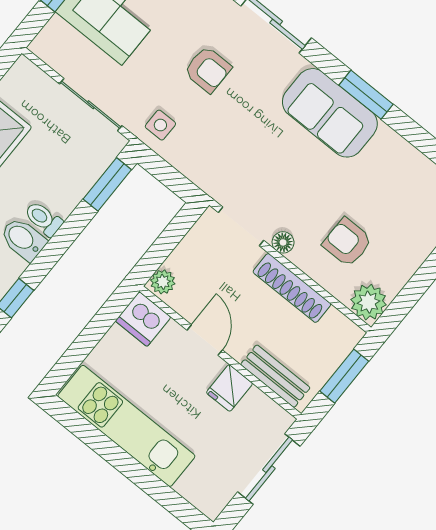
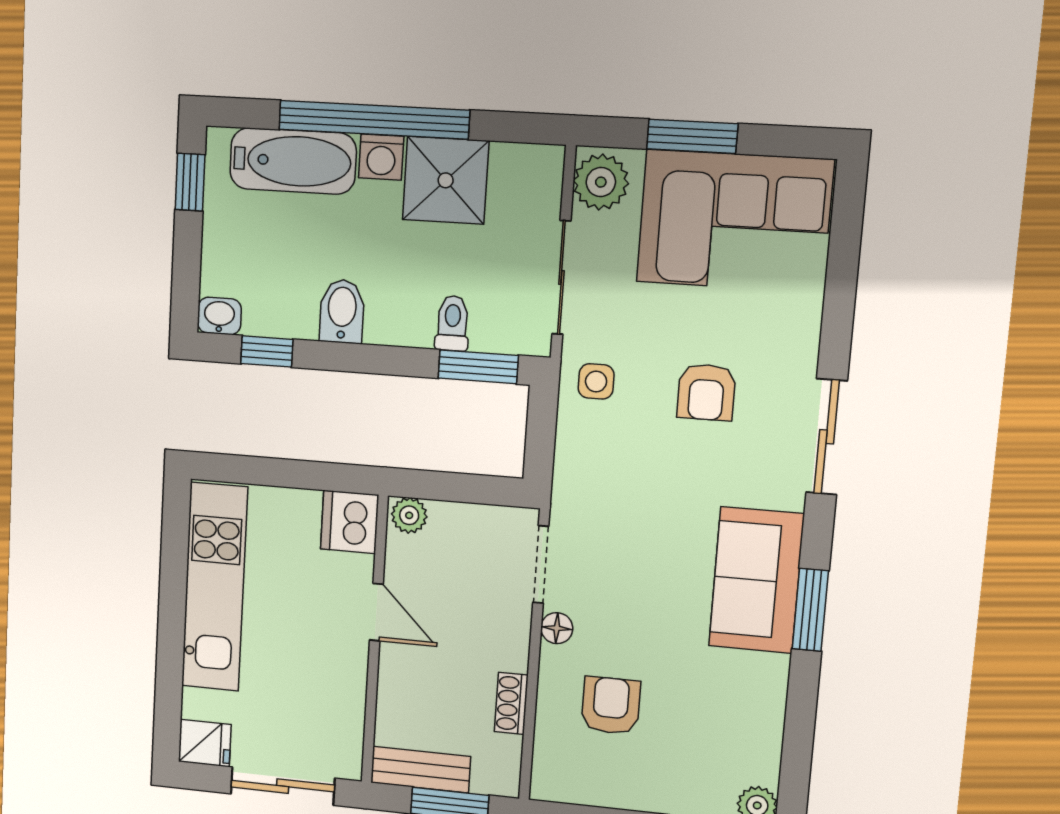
toilet: (43, 219) -> (452, 323), moved
shoe rack: (292, 288) -> (511, 703), width x0.51, depth x0.81
plant: (369, 302) -> (601, 182), moved
door: (205, 340) -> (376, 612), hinge flipped
bench: (275, 376) -> (421, 770), moved, turned 90
fridge: (229, 388) -> (205, 743), moved, turned 180

